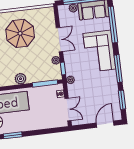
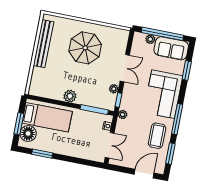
window: (113, 25) -> (187, 70), width x0.47
coffee table: (106, 88) -> (157, 136), added

